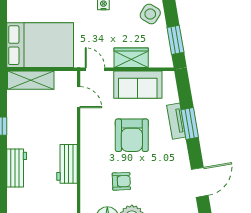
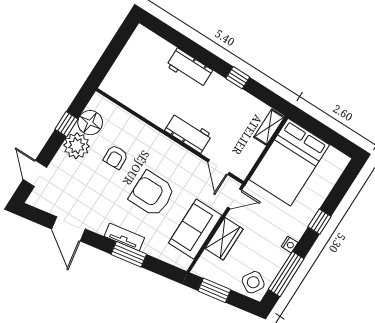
shelving: (31, 80) -> (269, 127), width x0.67, depth x0.75
door: (79, 97) -> (218, 167), hinge flipped
tv unit: (176, 121) -> (124, 237), moved
workbench: (67, 164) -> (188, 133), moved

